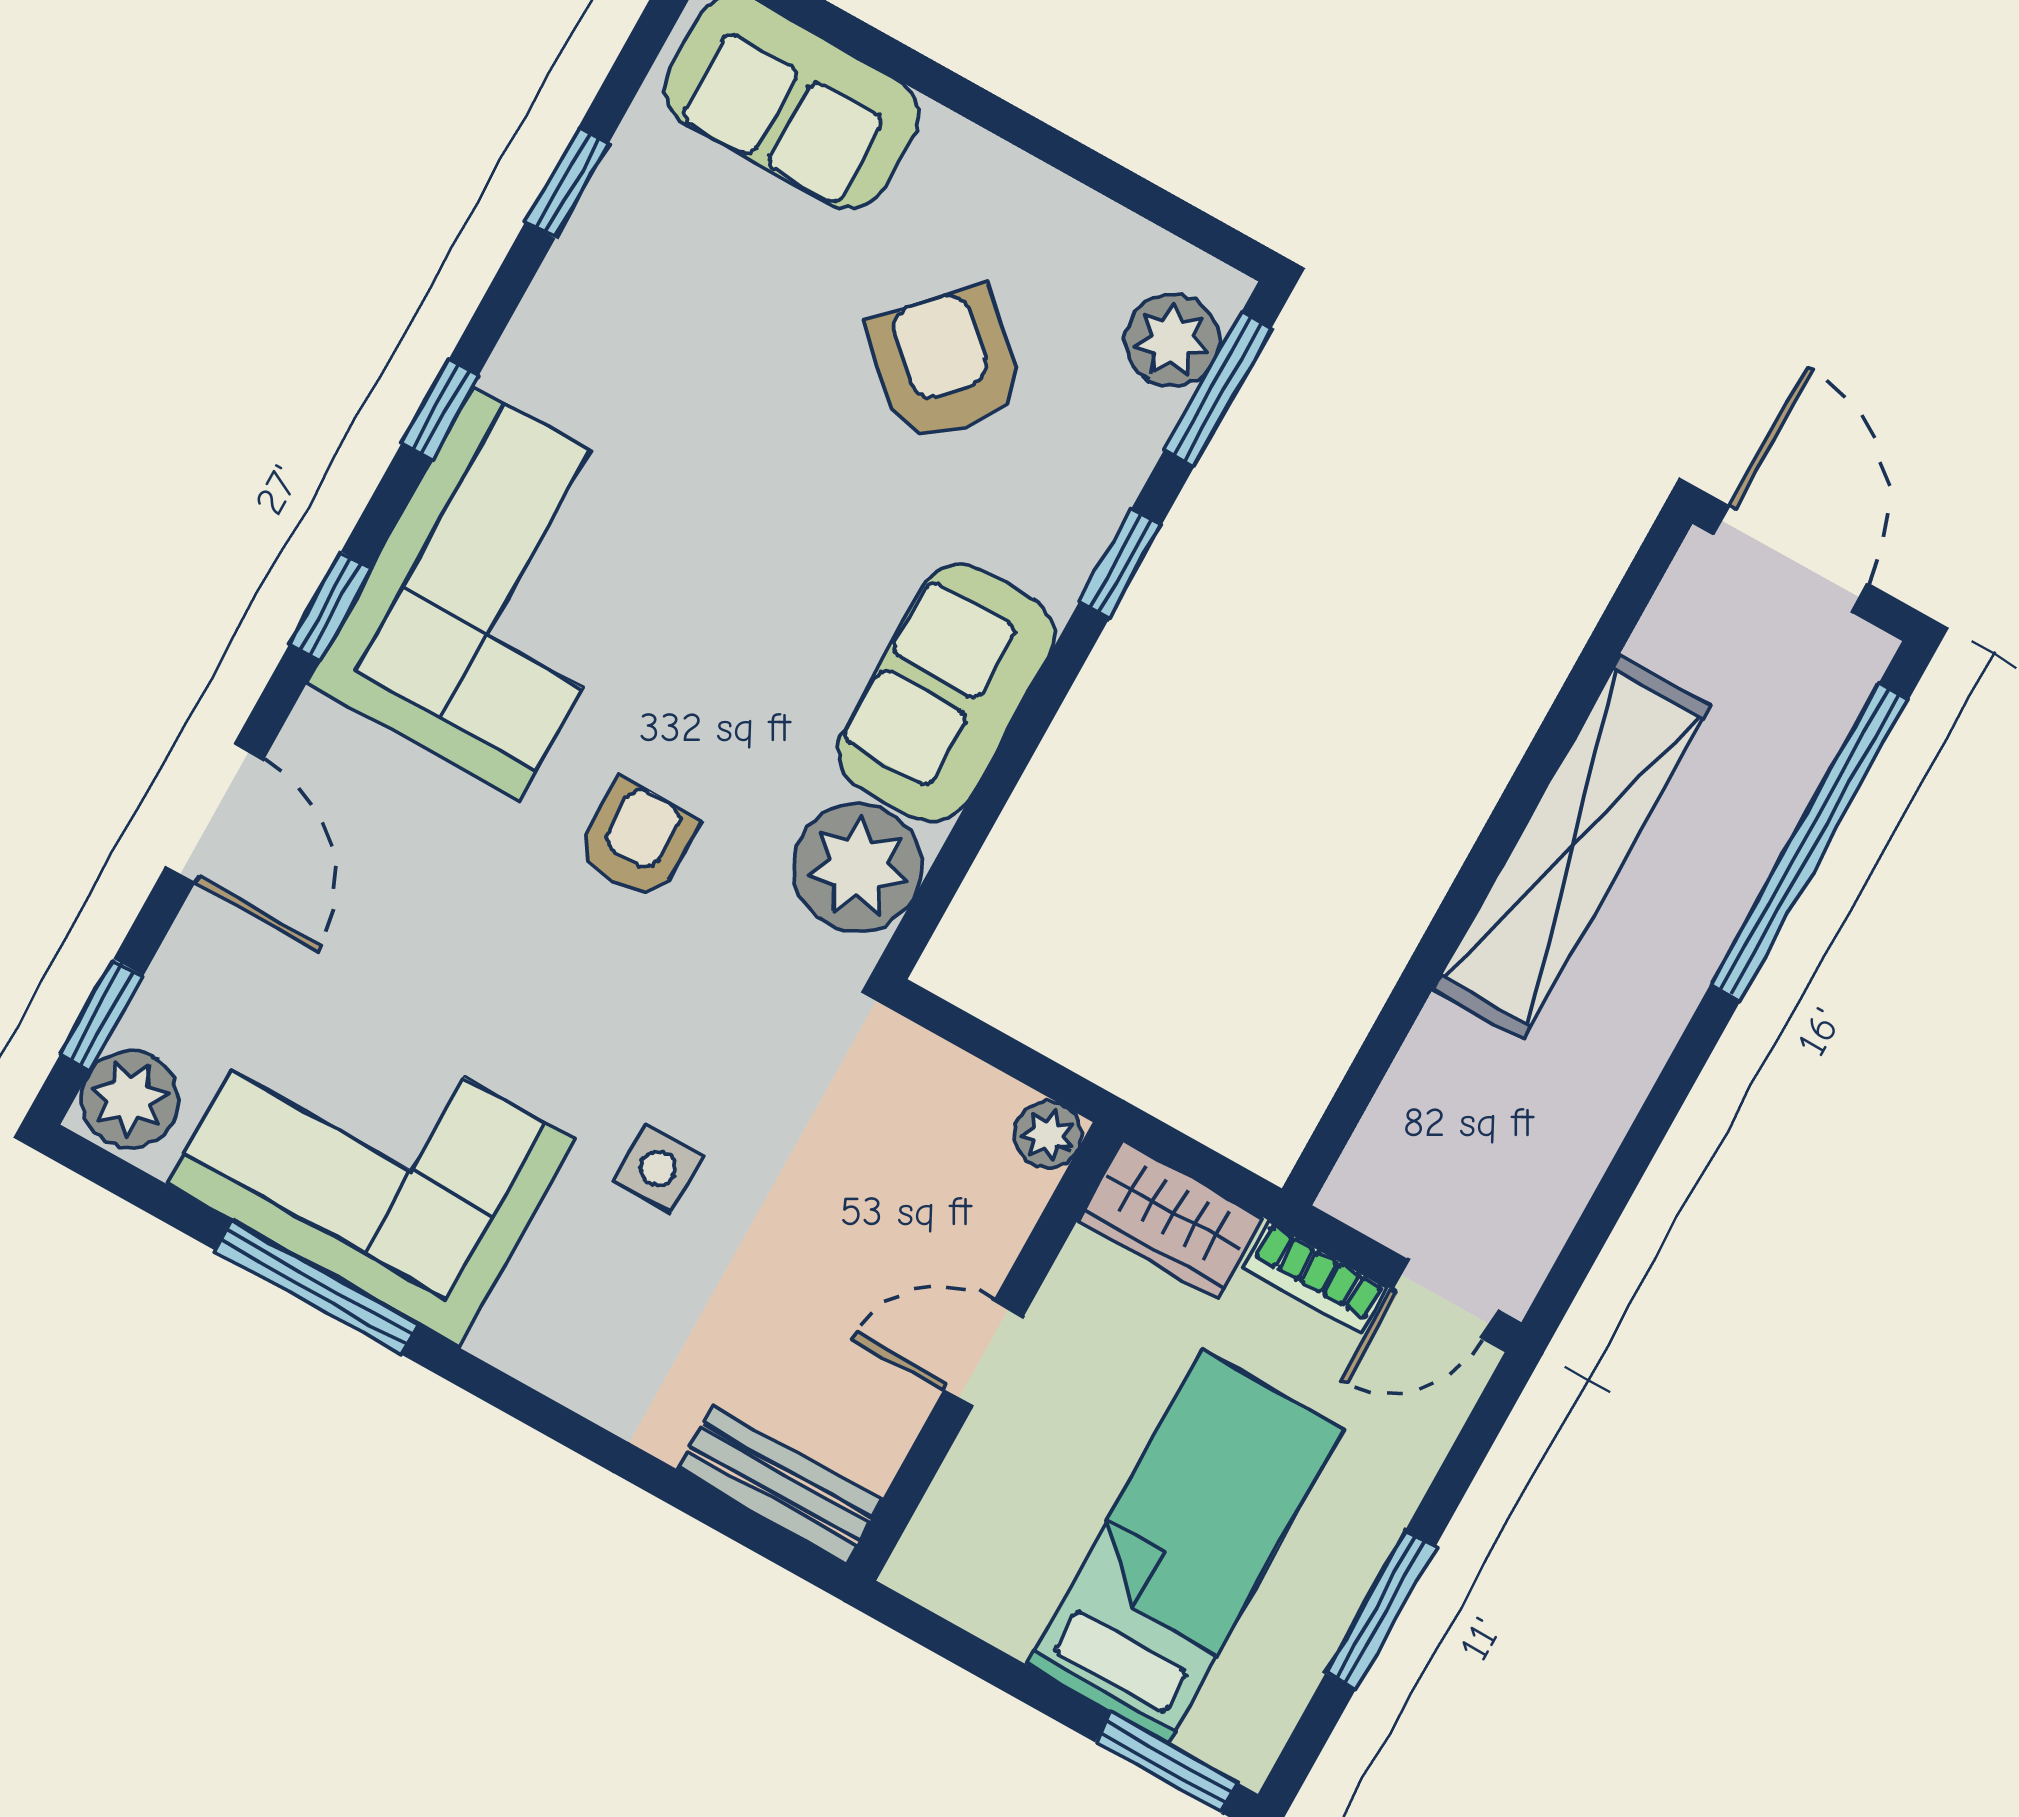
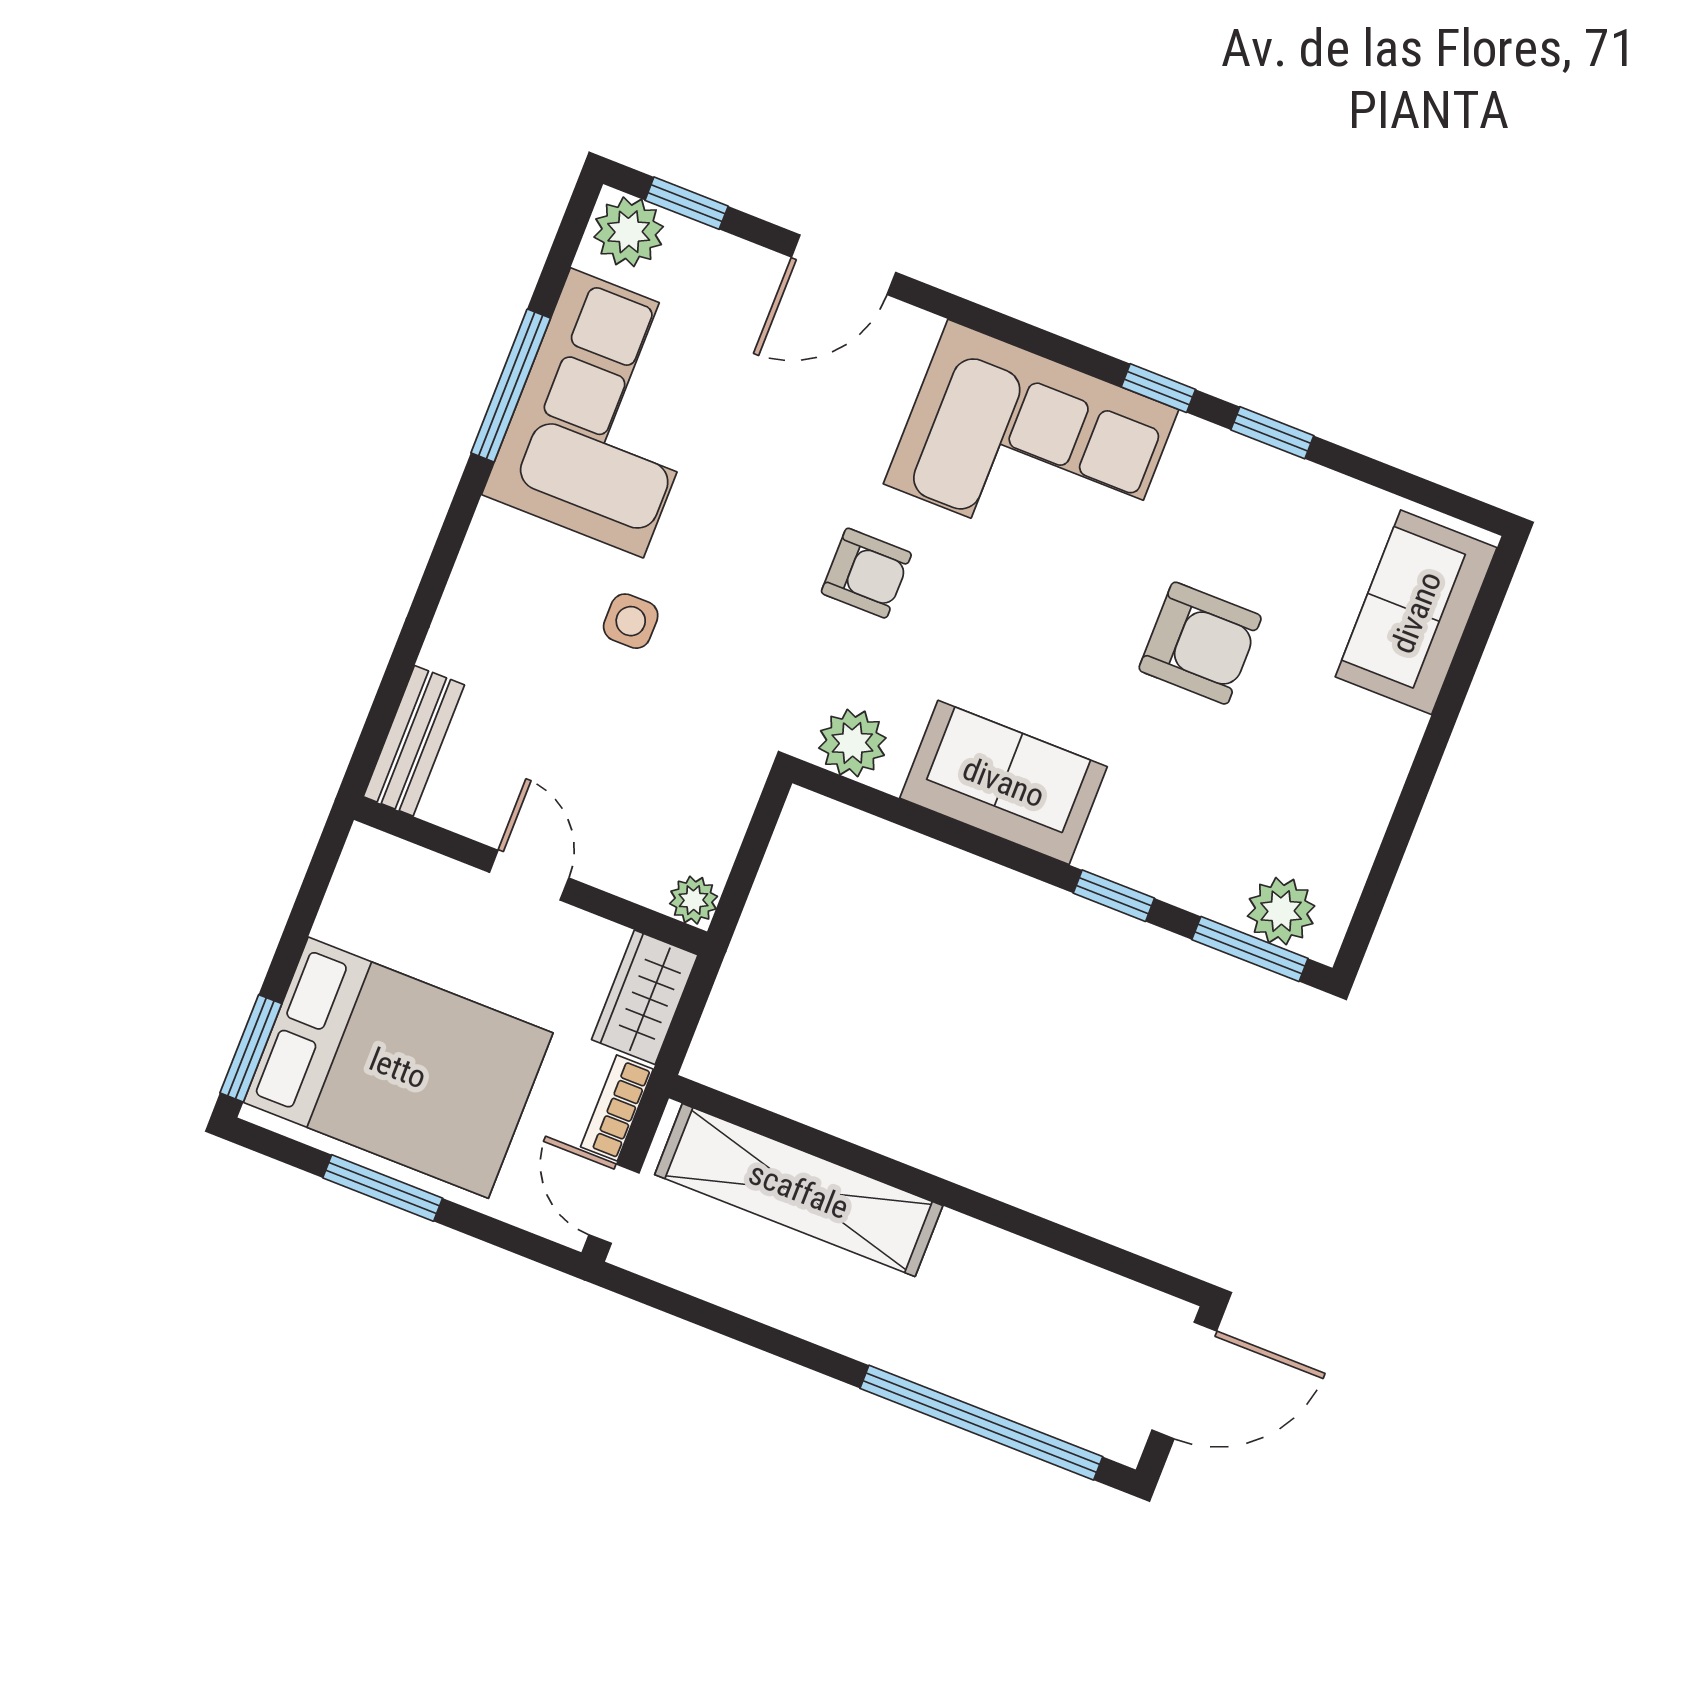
window: (567, 182) -> (1272, 433), moved
armchair: (945, 364) -> (1200, 643), moved, turned 47
window: (330, 606) -> (1005, 328), removed
shelving: (1572, 847) -> (799, 1190), moved
plant: (858, 867) -> (852, 743), width x0.73, depth x0.73
bed: (1185, 1547) -> (398, 1068), width x1.50

